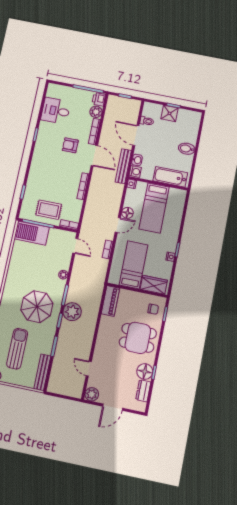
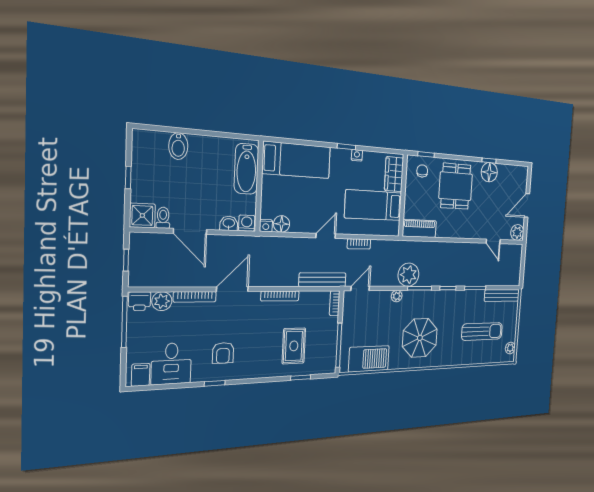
filing cabinet: (54, 92) -> (141, 375), added
shower: (169, 113) -> (142, 215), moved
door: (136, 135) -> (190, 231), hinge flipped
armchair: (70, 145) -> (223, 353), moved
bidet: (187, 149) -> (178, 146), moved
bench: (123, 166) -> (323, 280), moved
bed: (154, 208) -> (297, 160), moved
rug: (49, 210) -> (294, 346), moved
floor lamp: (127, 213) -> (282, 224), moved
door: (118, 225) -> (326, 236), hinge flipped
barbecue: (32, 233) -> (369, 359), moved, turned -90
parasol: (37, 307) -> (420, 338), moved
plant: (72, 312) -> (408, 275), moved
sun lounger: (17, 349) -> (482, 331), turned 180
door: (89, 369) -> (493, 241), hinge flipped
dresser: (143, 391) -> (508, 171), removed
door: (113, 407) -> (527, 205), swing flipped

